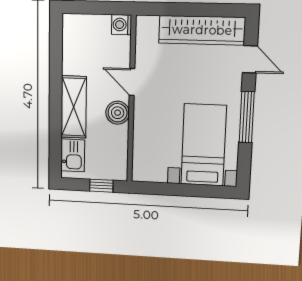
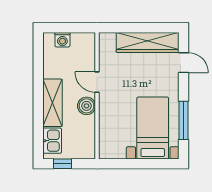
washing machine: (122, 25) -> (62, 40), moved, turned -90
window: (247, 117) -> (184, 120), moved
window: (101, 186) -> (62, 164), moved

